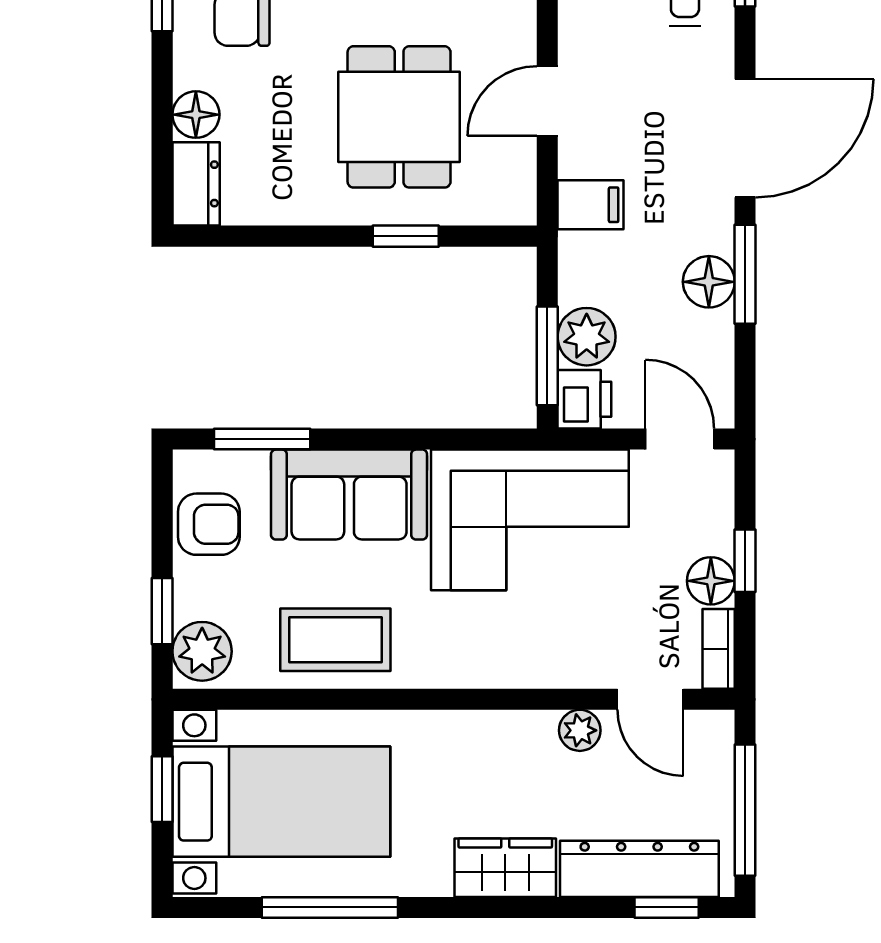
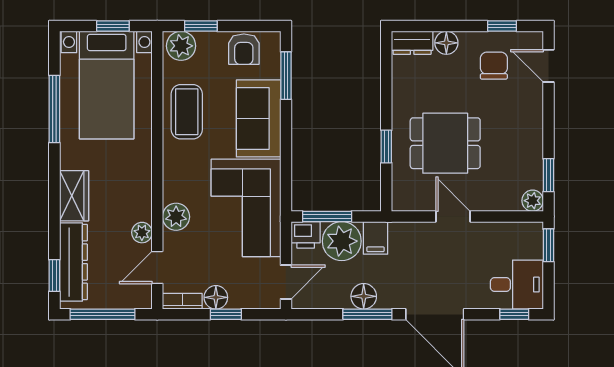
filing cabinet: (591, 205) -> (375, 238), moved
plant: (587, 337) -> (342, 241), width x1.36, depth x1.36
plant: (548, 661) -> (176, 217), added

